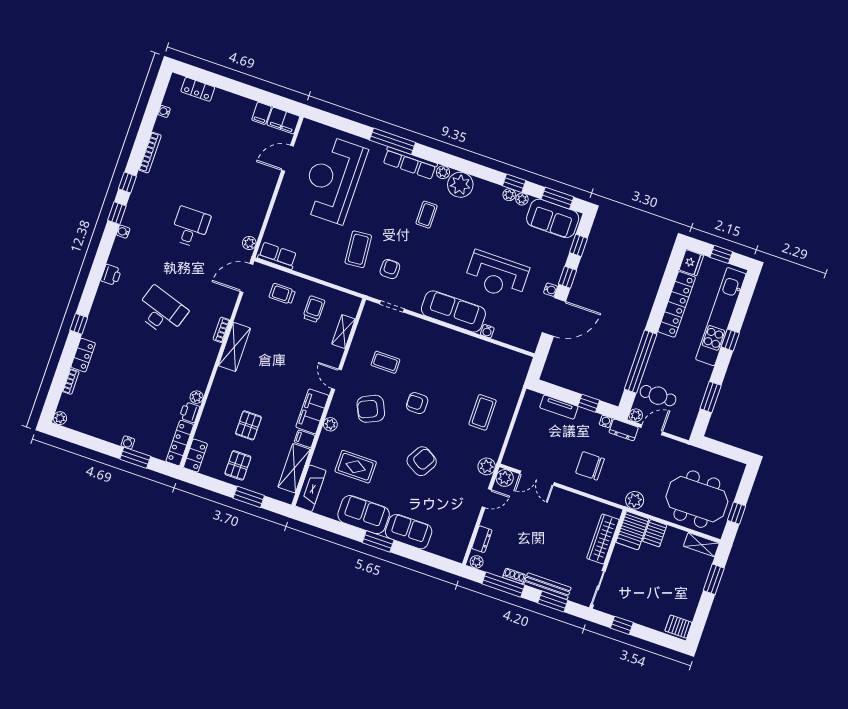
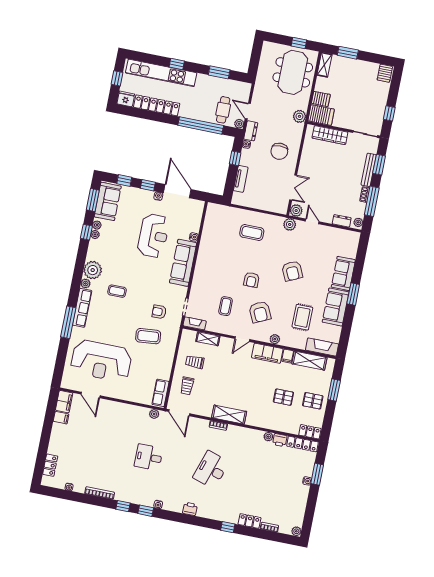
fireplace: (367, 316) -> (195, 323), added
armchair: (422, 461) -> (292, 271), turned -145

